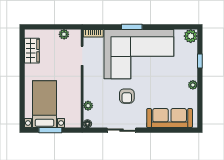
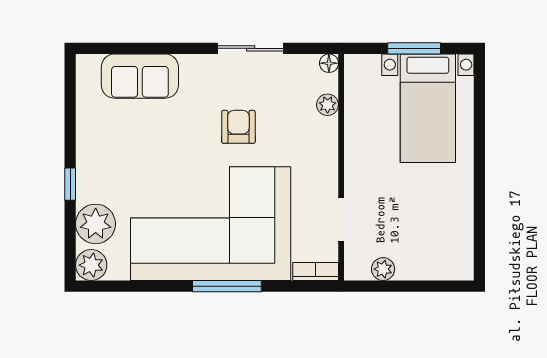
window: (132, 27) -> (227, 286), width x1.44
wardrobe: (32, 51) -> (457, 232), removed
window: (200, 61) -> (70, 184), moved
plant: (193, 85) -> (96, 224), moved, width x1.87, depth x1.87
sofa: (170, 118) -> (140, 76), width x0.73

